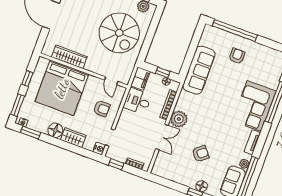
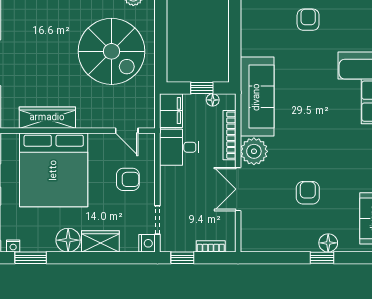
sofa: (199, 70) -> (257, 97), moved
double door: (162, 137) -> (238, 189), swing flipped
armchair: (200, 154) -> (308, 193), turned -51

